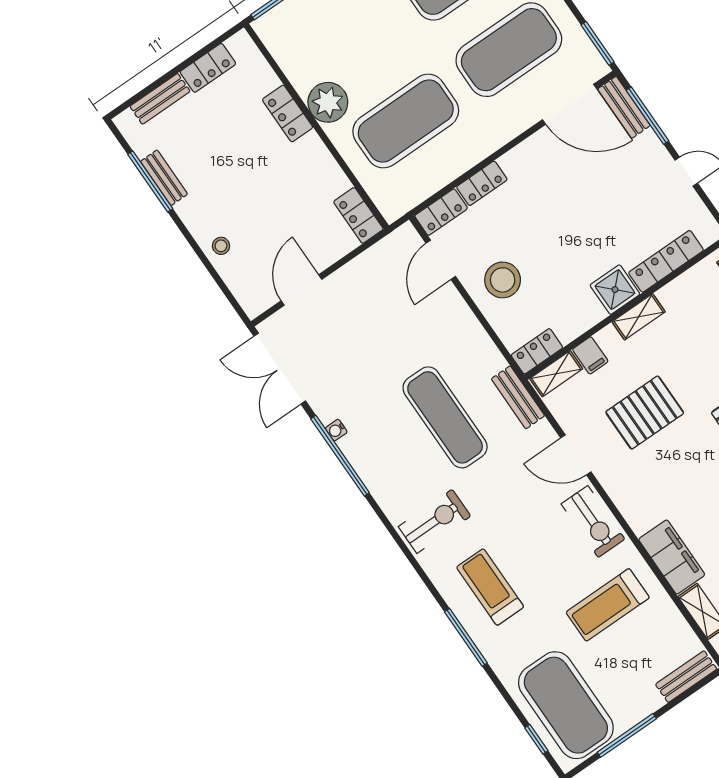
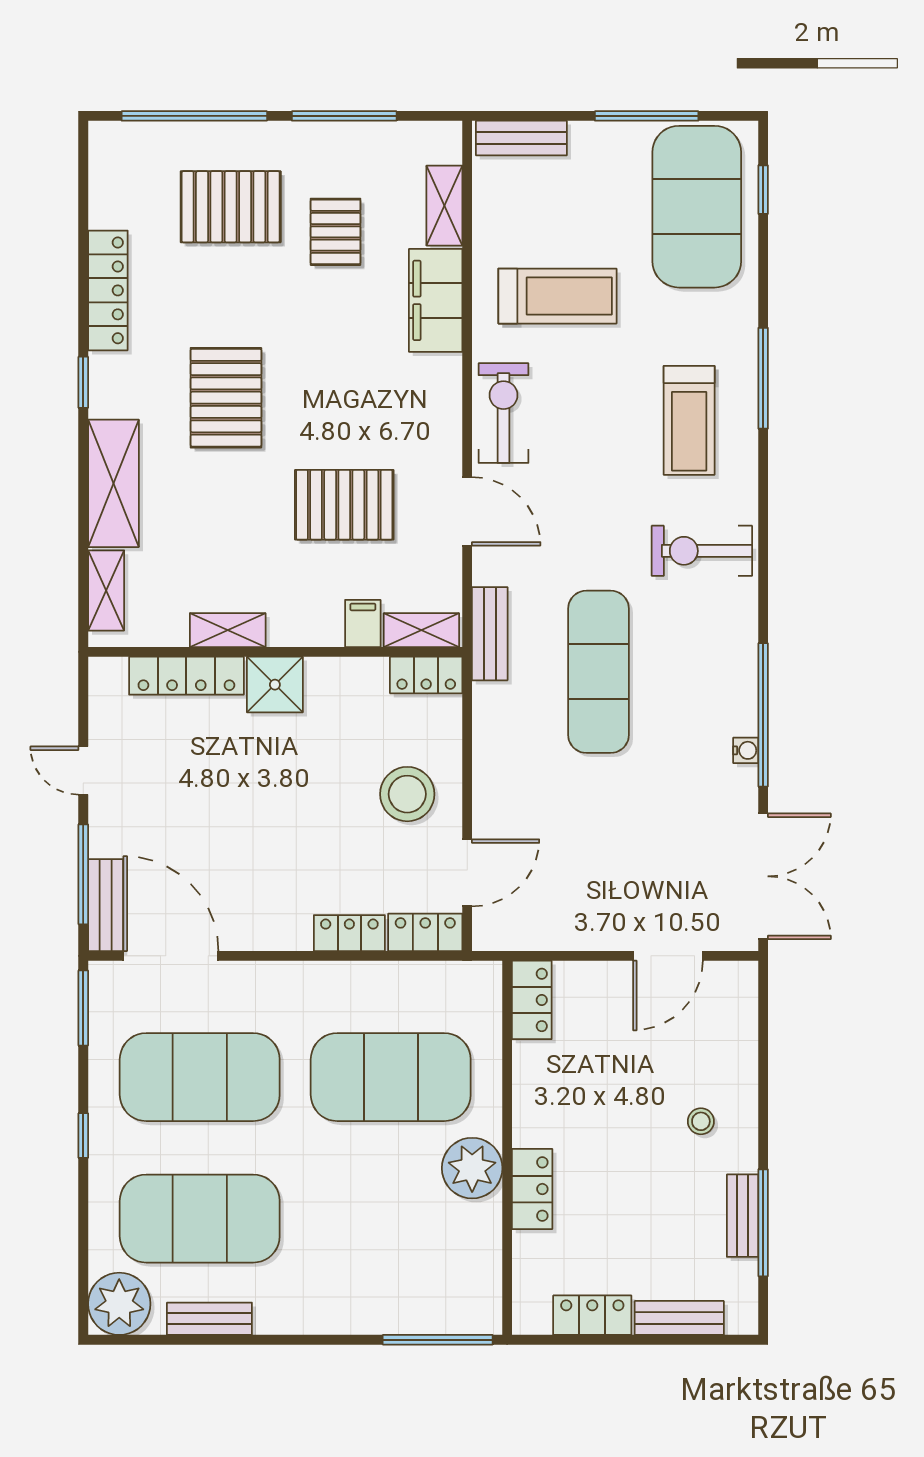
stool: (221, 246) -> (701, 1121), moved
shelving: (639, 317) -> (228, 630), moved

